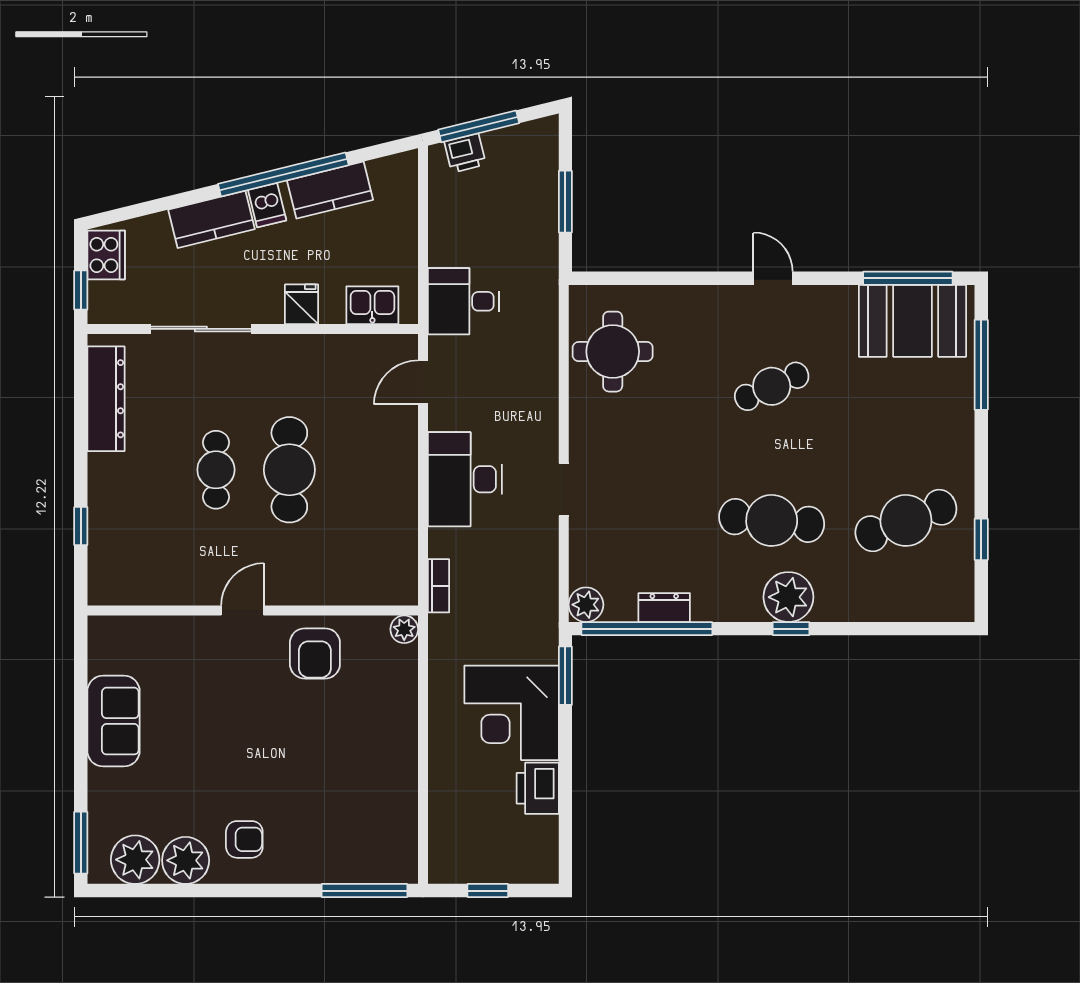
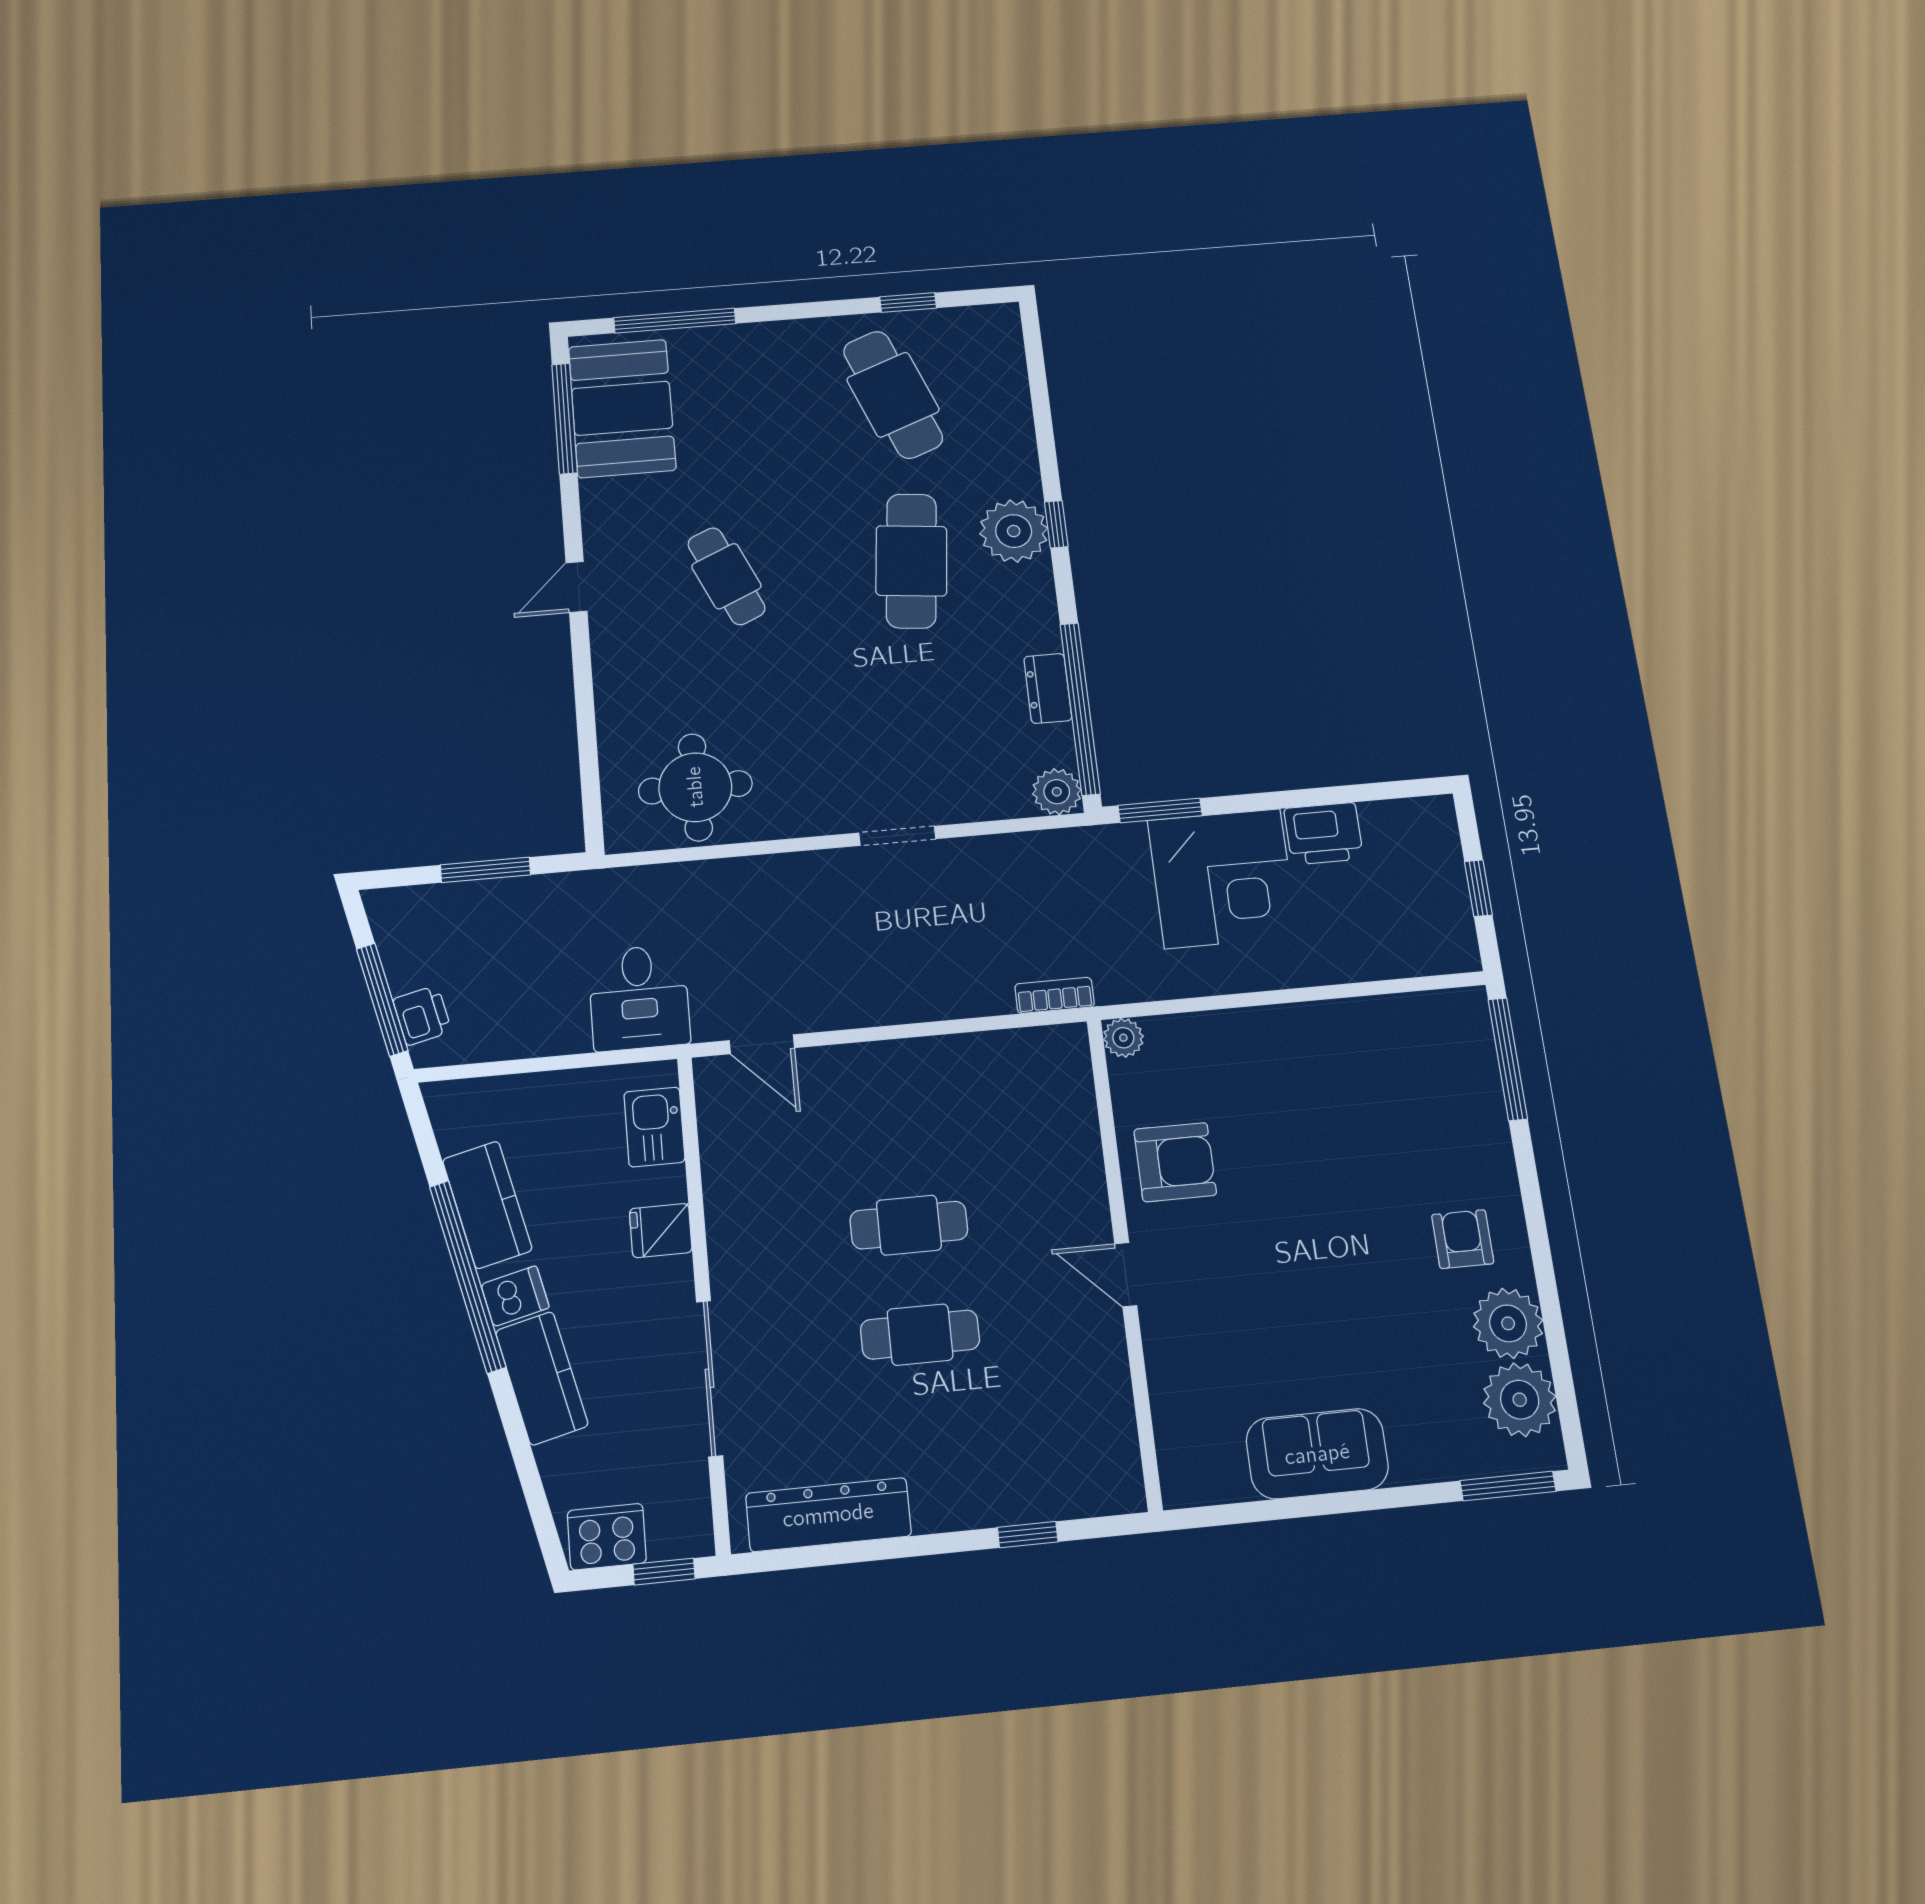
cafe table: (289, 470) -> (909, 1225), width x0.73, depth x0.74
desk: (465, 479) -> (897, 973), removed

